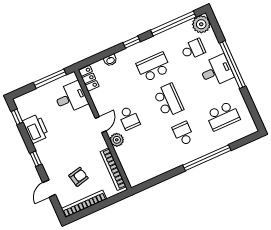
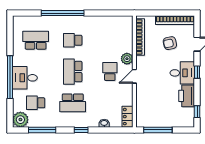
window: (173, 23) -> (42, 130), width x0.68
desk: (71, 97) -> (182, 73), moved, turned 180
school desk: (183, 134) -> (73, 40), turned 90

